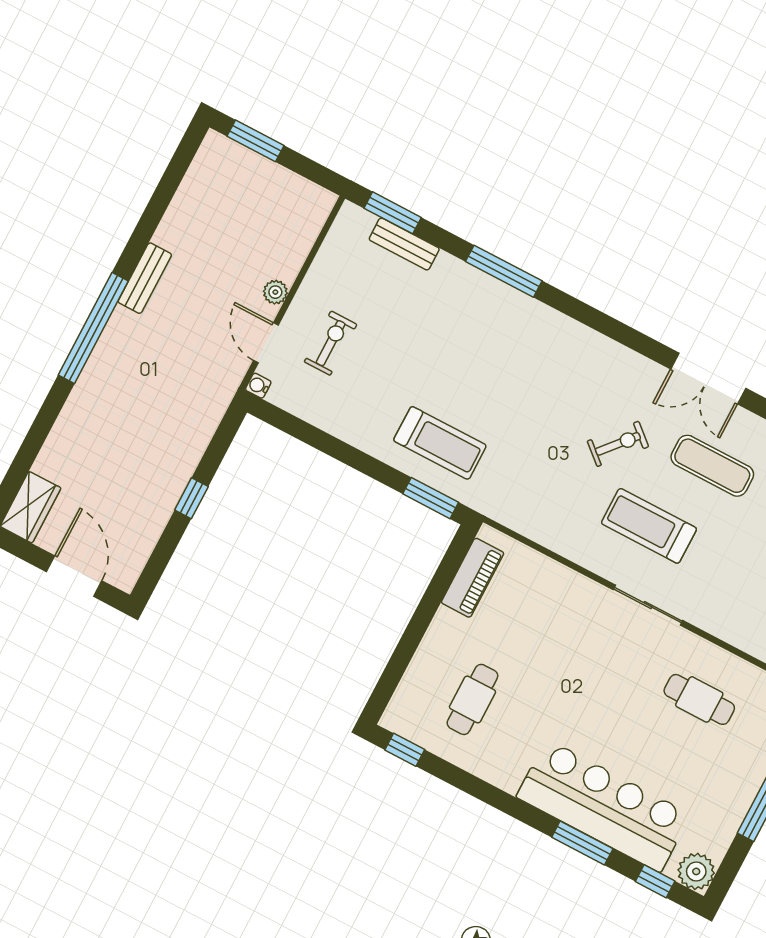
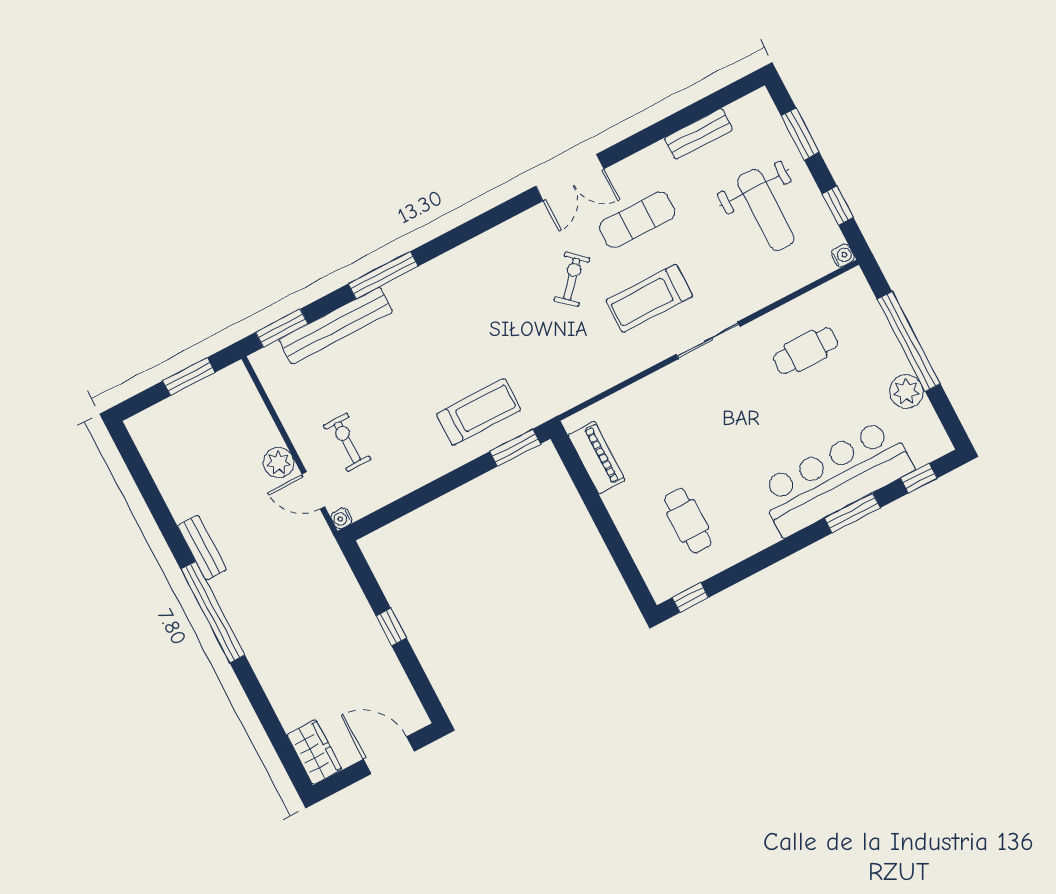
window: (255, 141) -> (189, 377), moved
bench: (404, 244) -> (336, 326), width x1.86, depth x1.21
plant: (275, 292) -> (279, 463), width x1.38, depth x1.38
plant: (696, 871) -> (906, 392), moved

